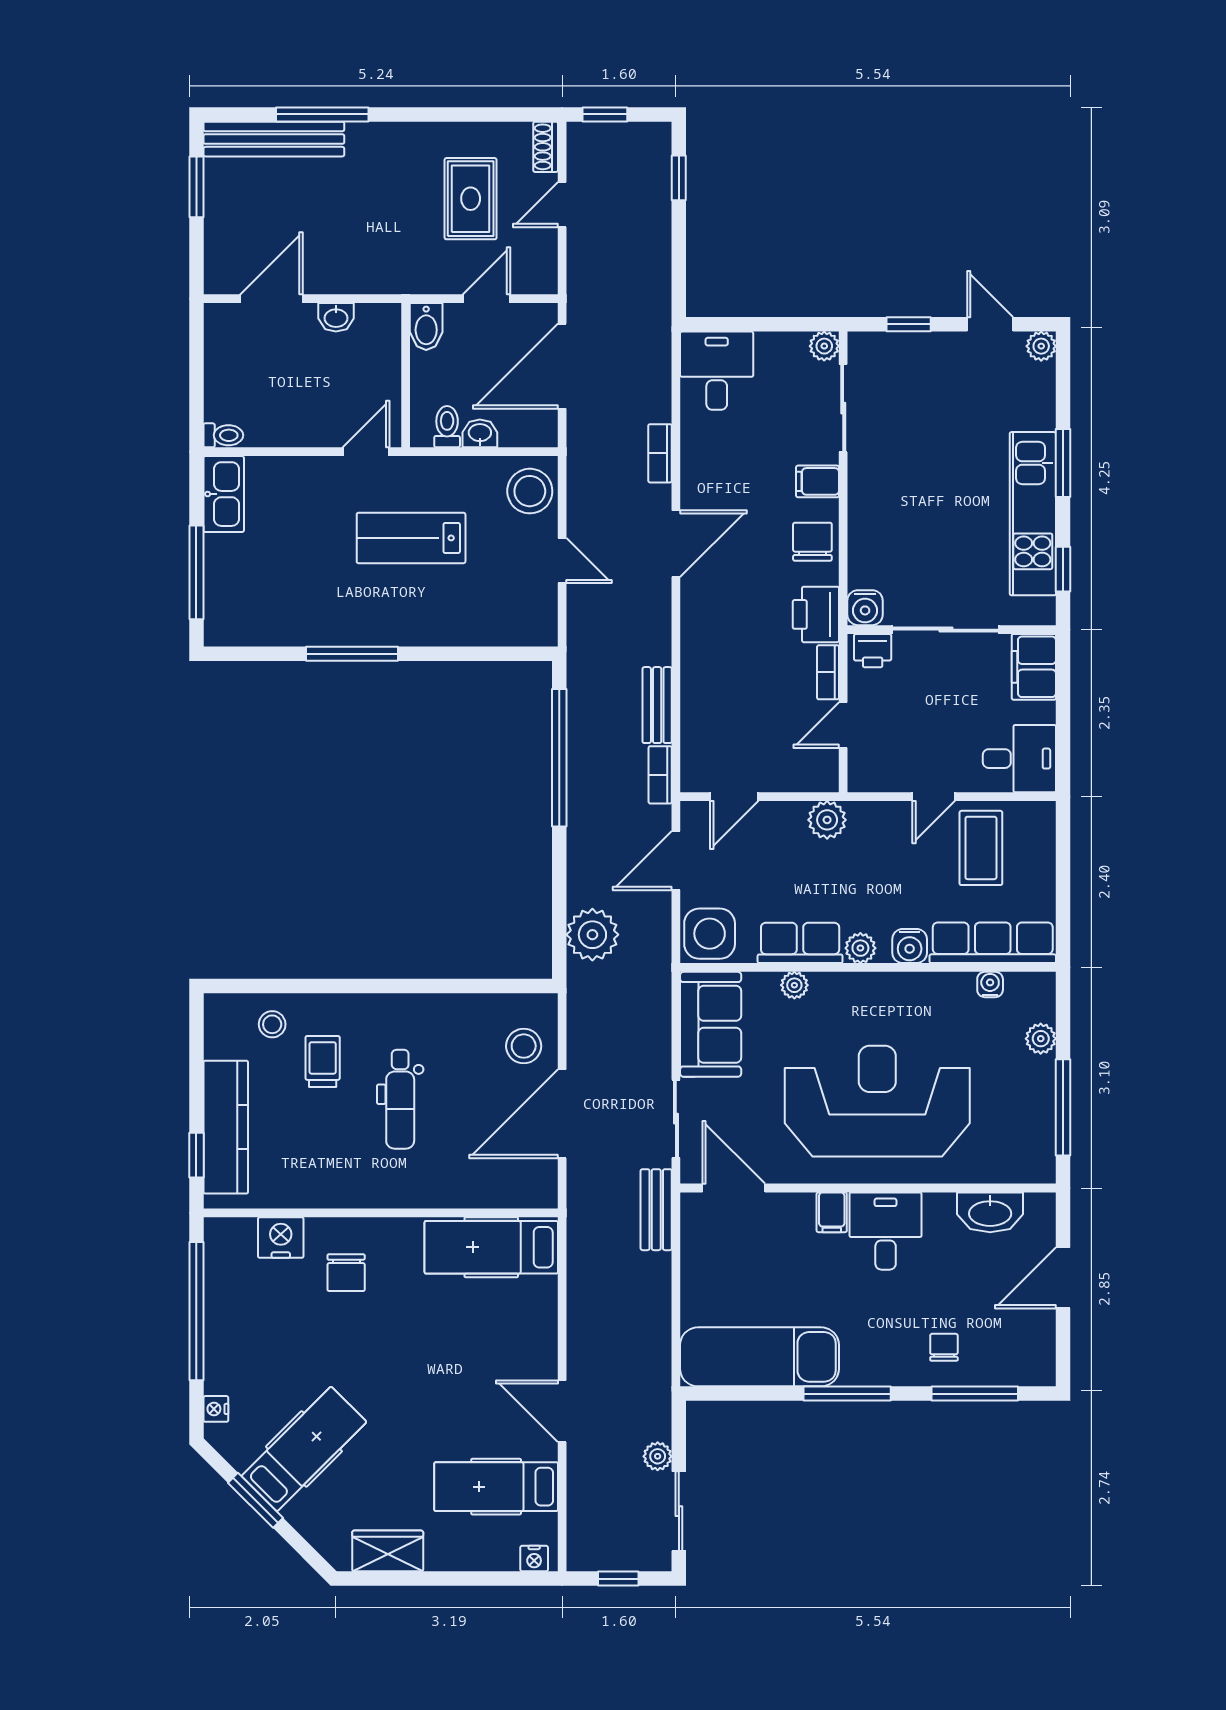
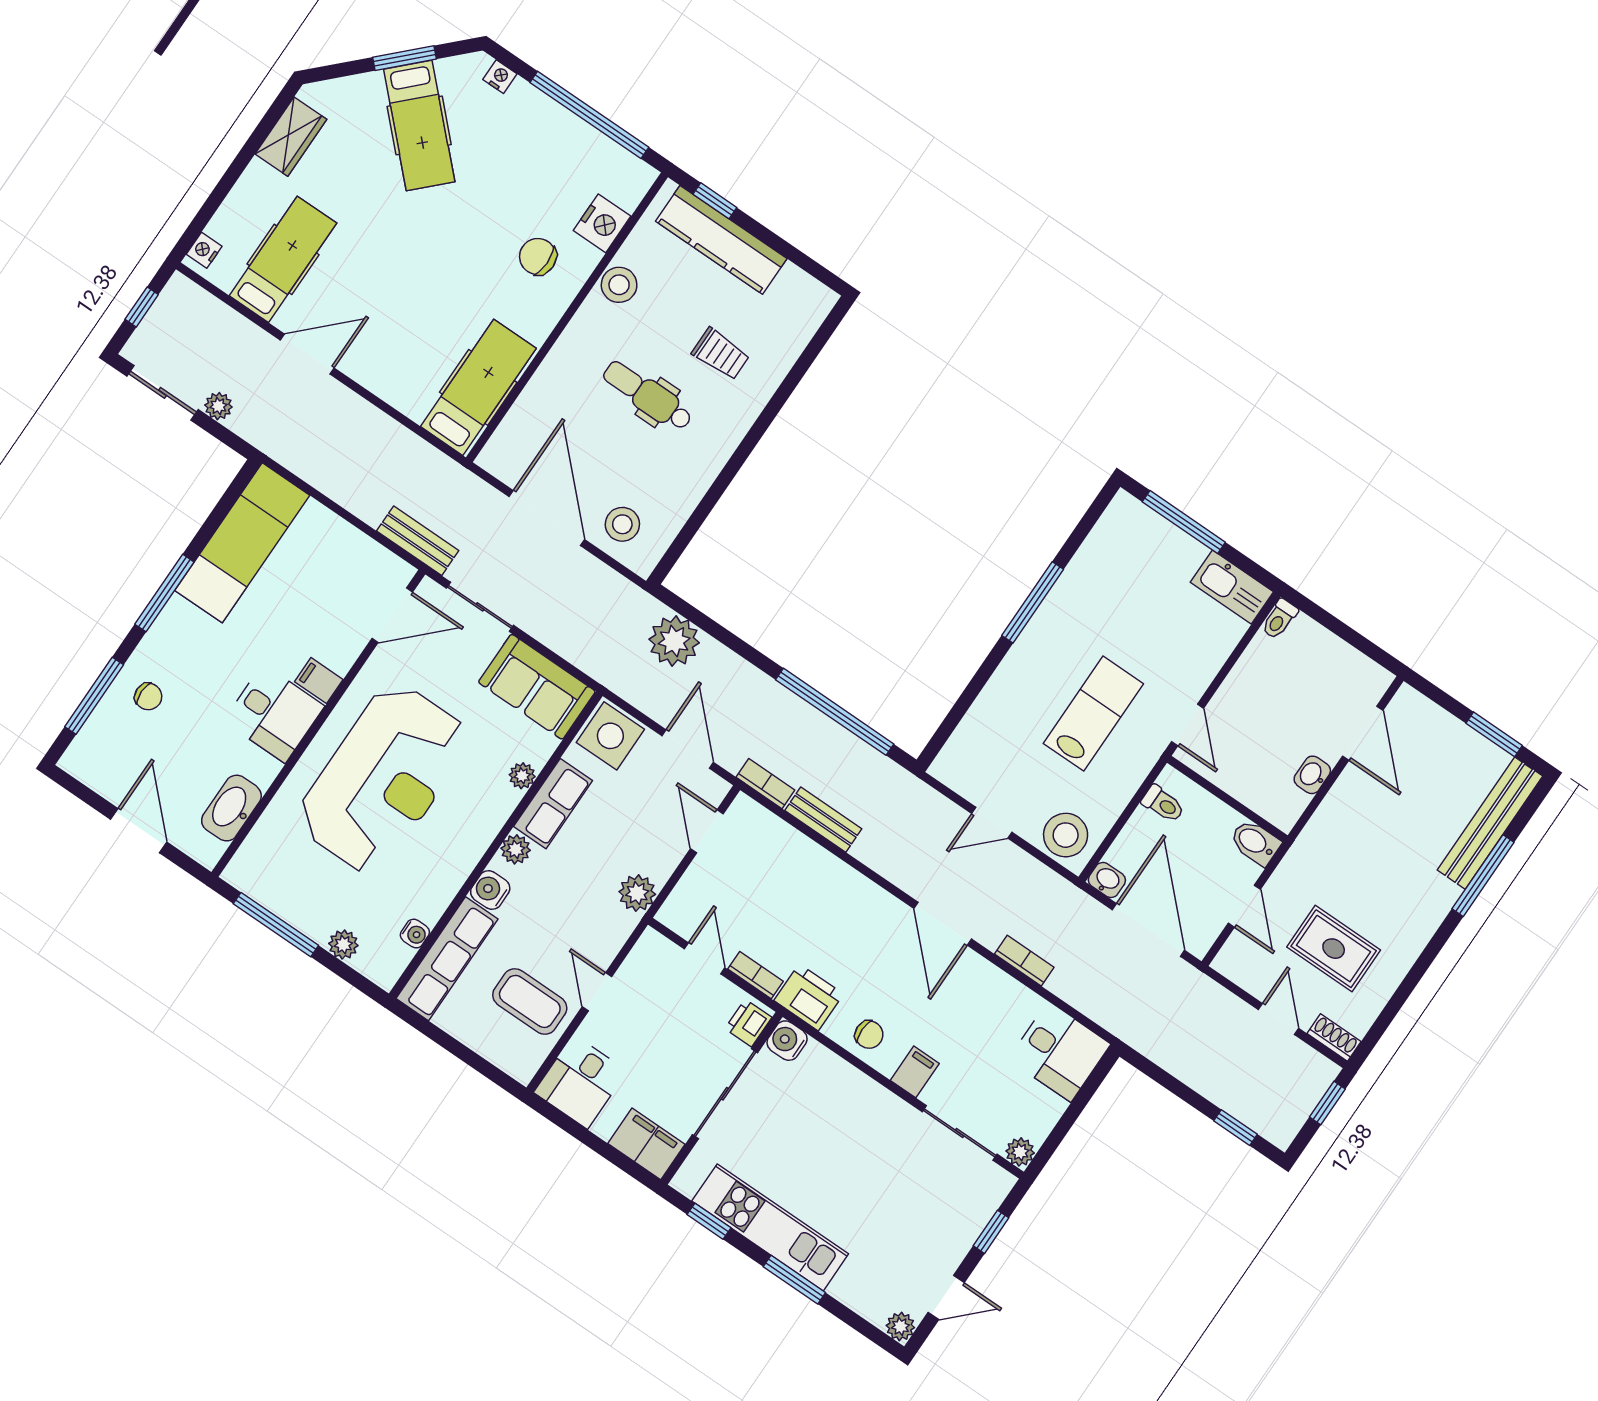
washbasin: (480, 433) -> (1107, 880), moved, turned -90
chair: (812, 542) -> (869, 1035), width x0.73, depth x0.73
stool: (272, 1024) -> (619, 285), moved, width x1.37, depth x1.37

